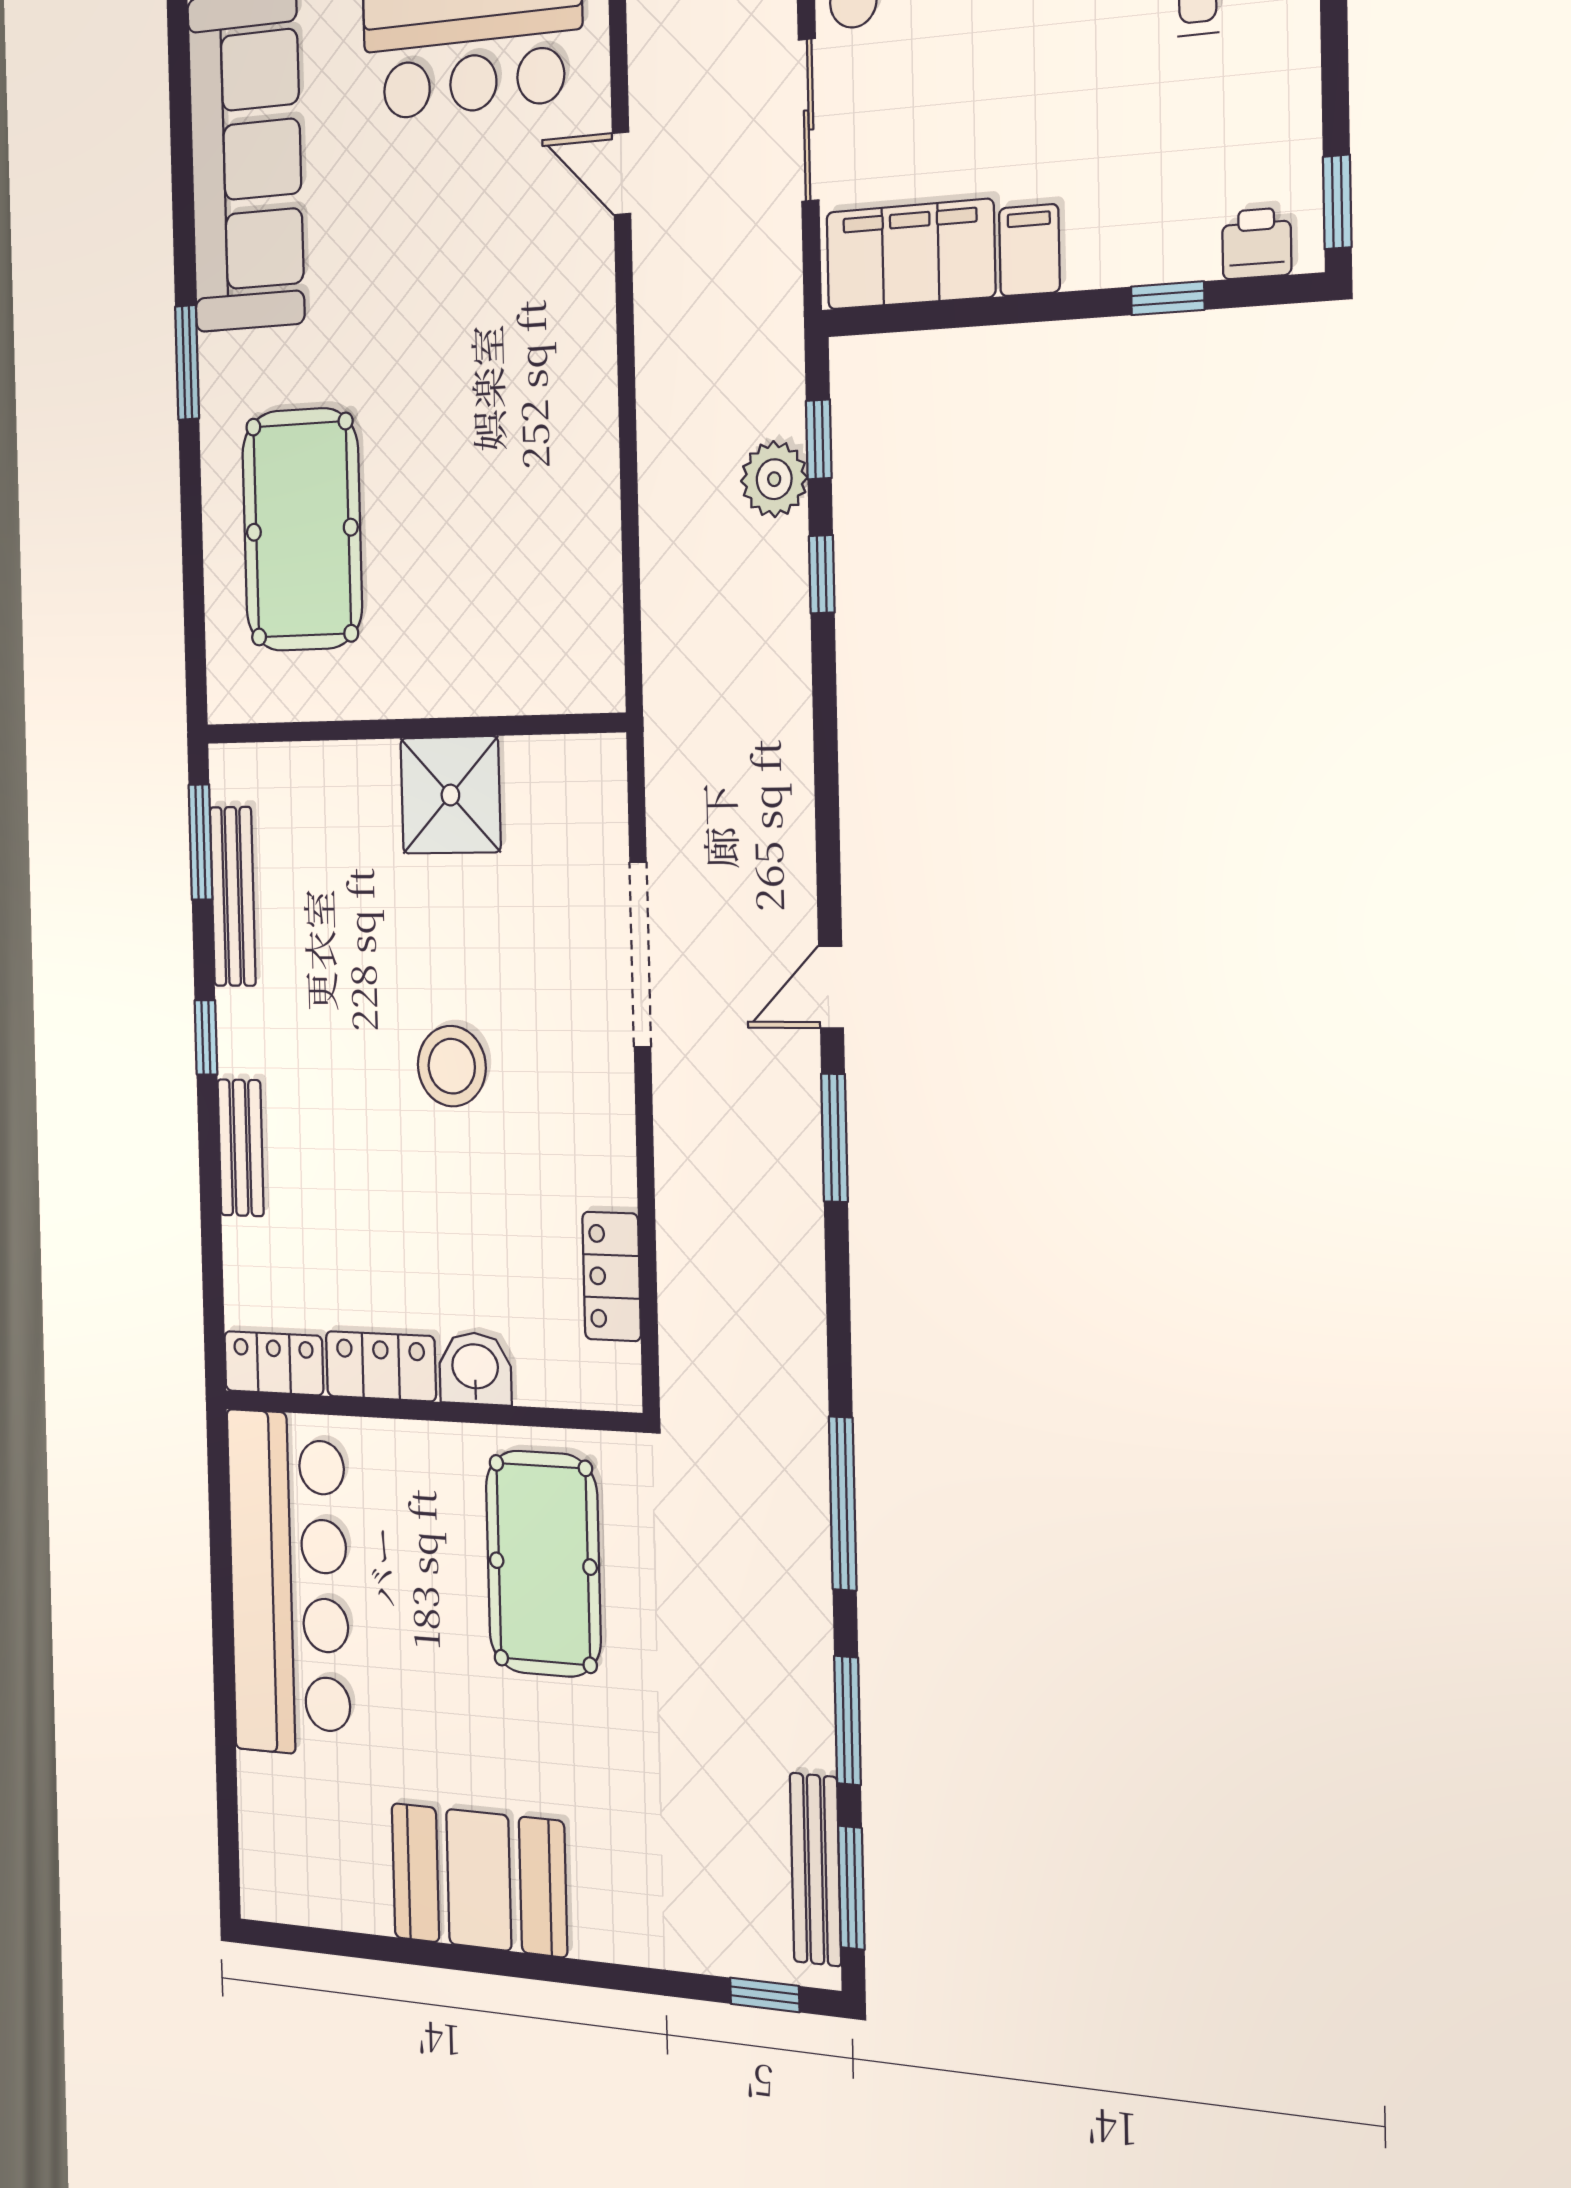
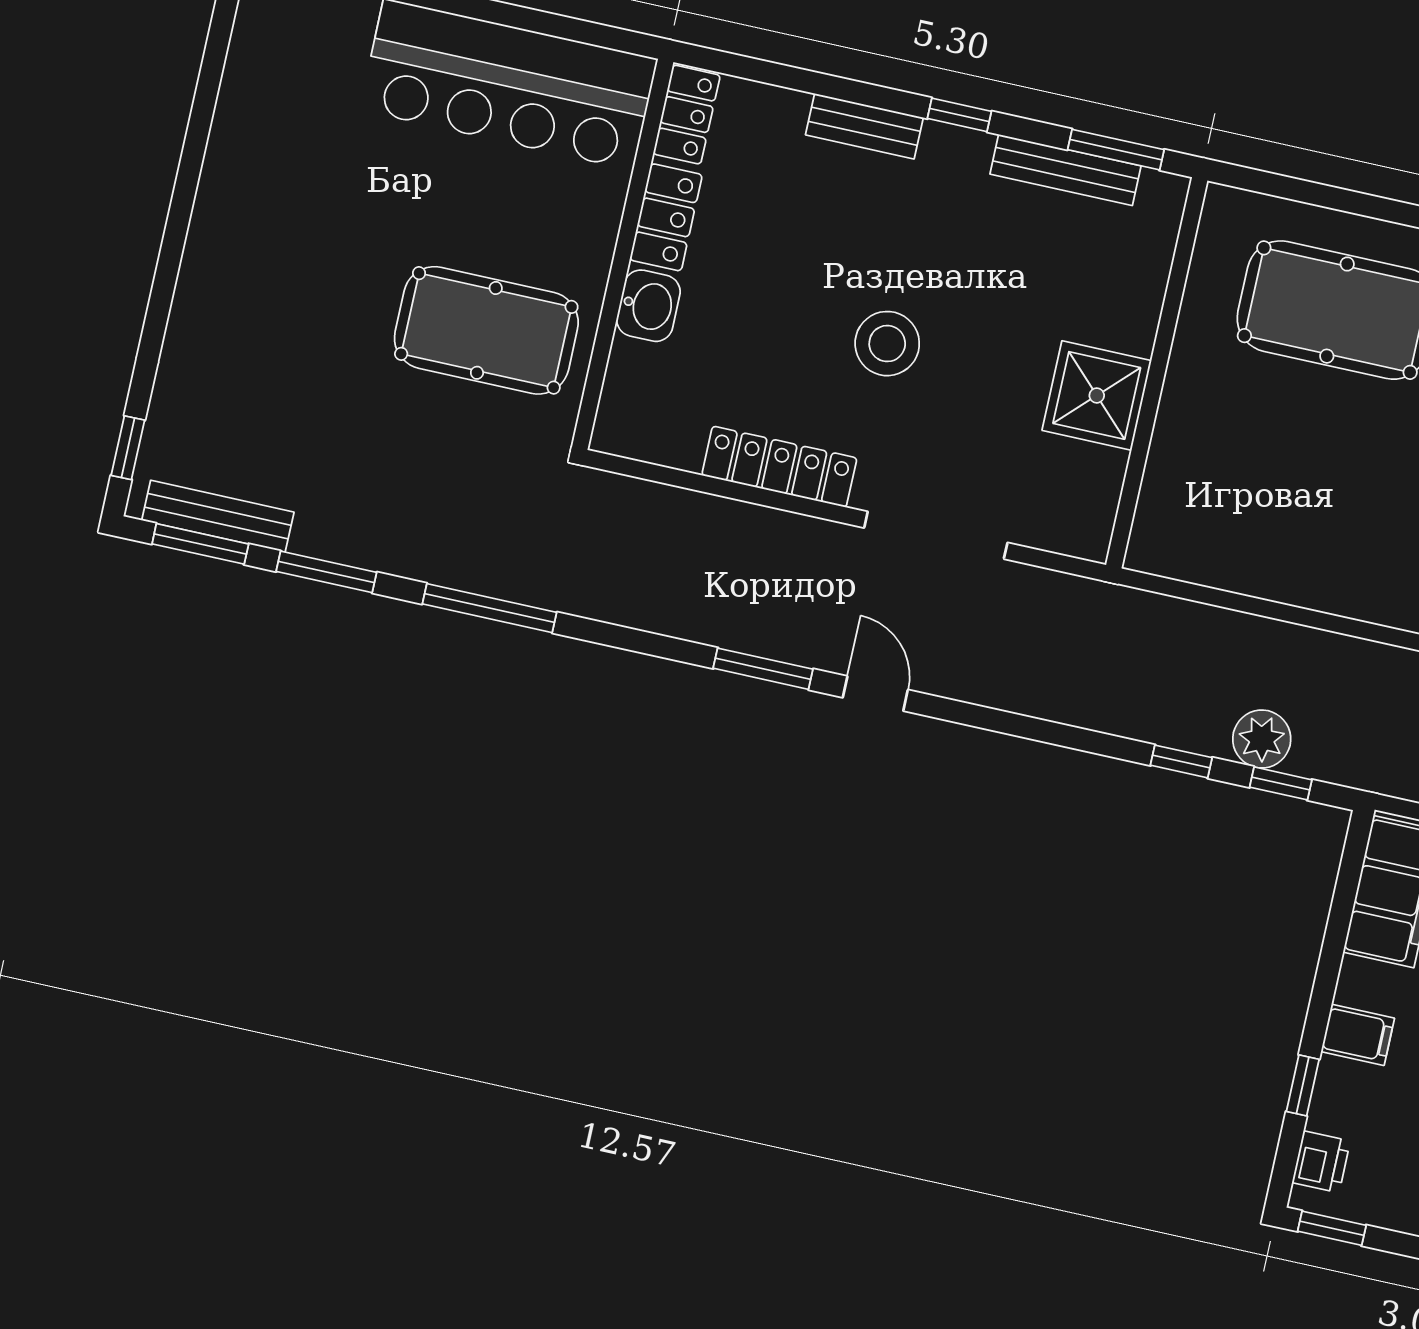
filing cabinet: (1029, 250) -> (1358, 1035), moved
locker: (612, 1276) -> (779, 467), moved, width x1.53
booth: (479, 1880) -> (248, 208), removed

